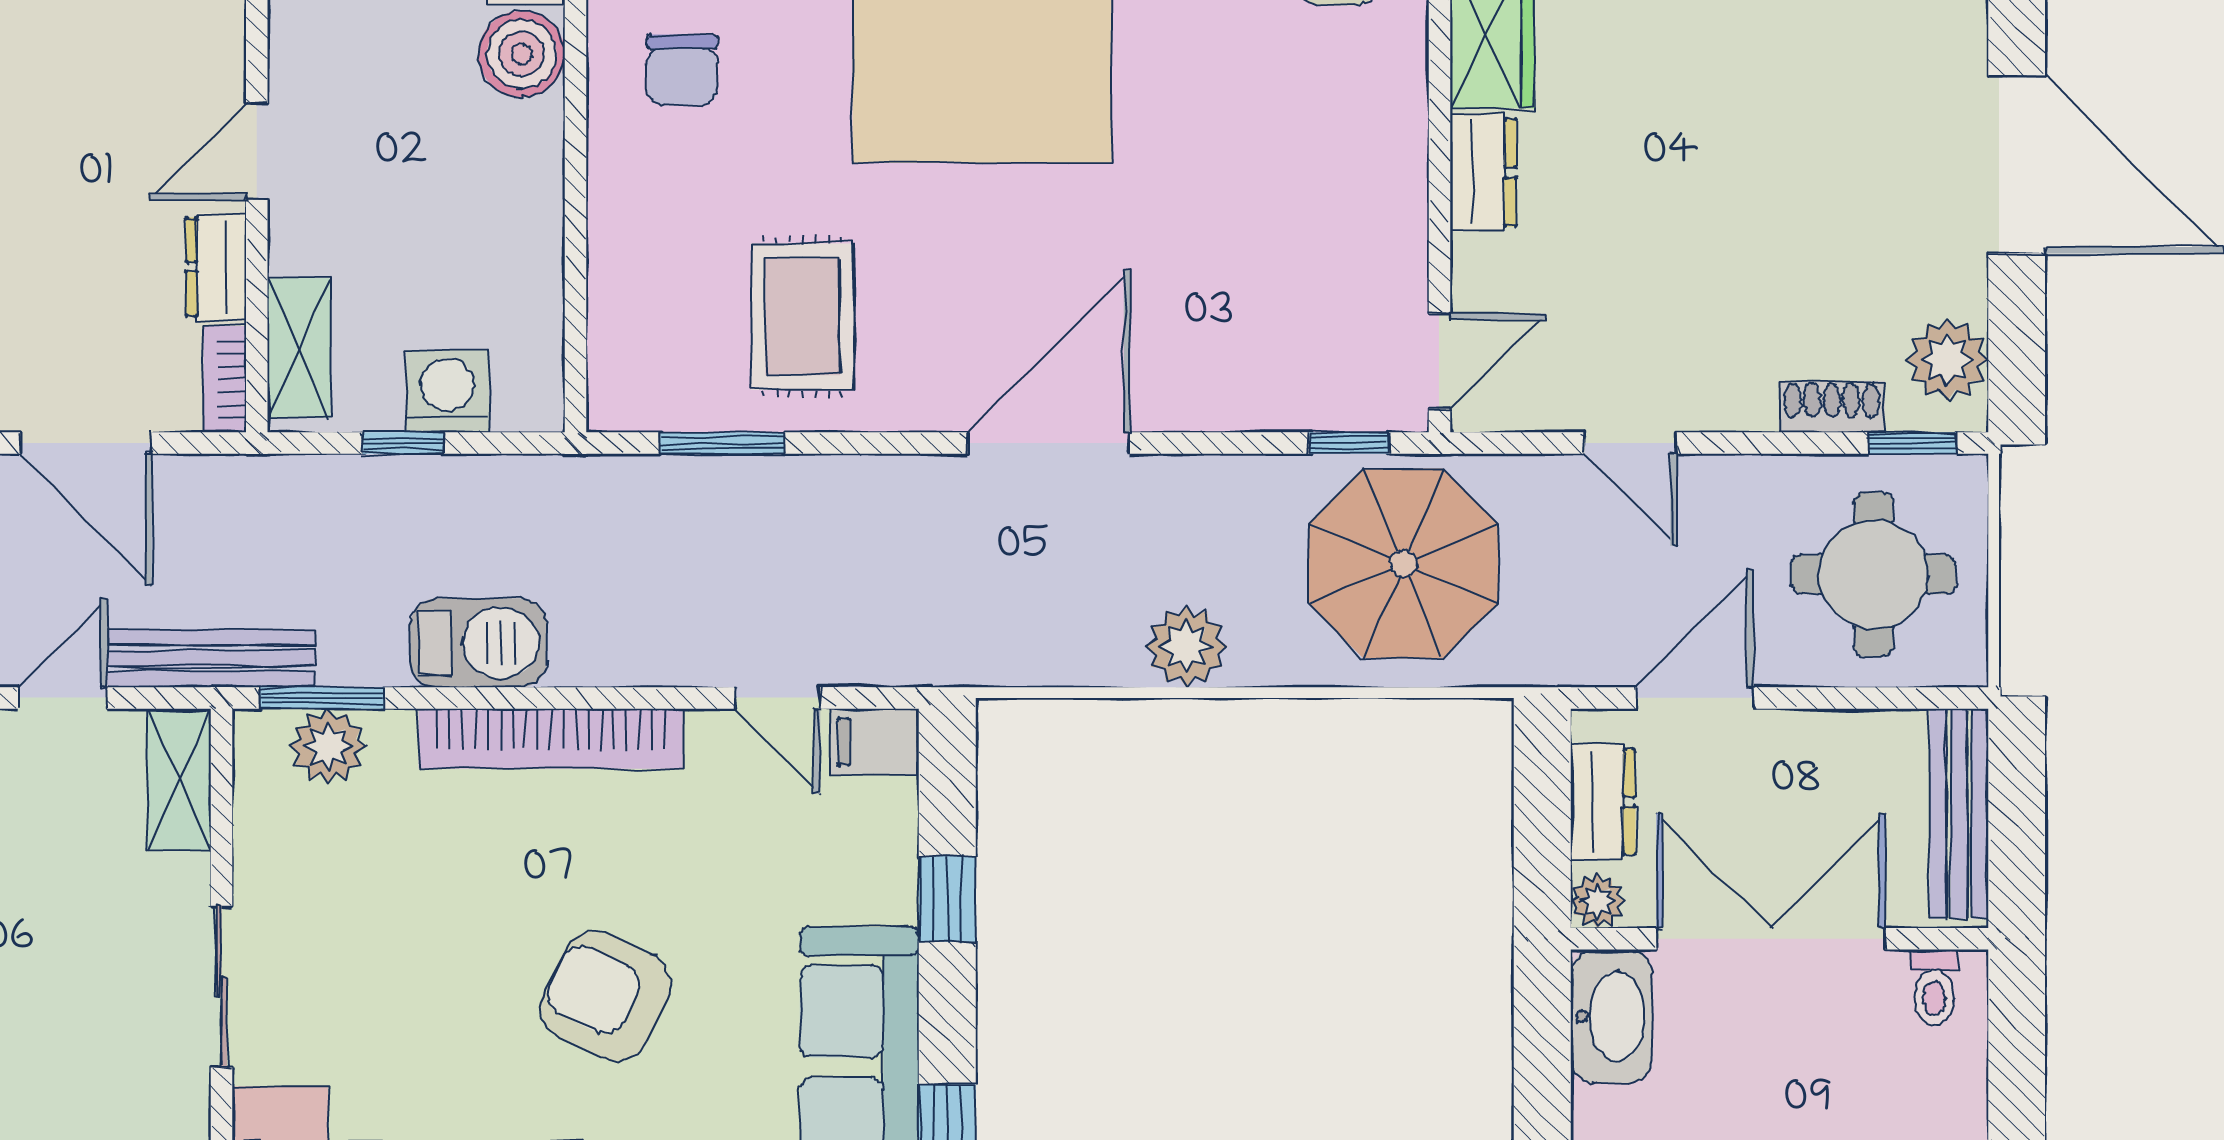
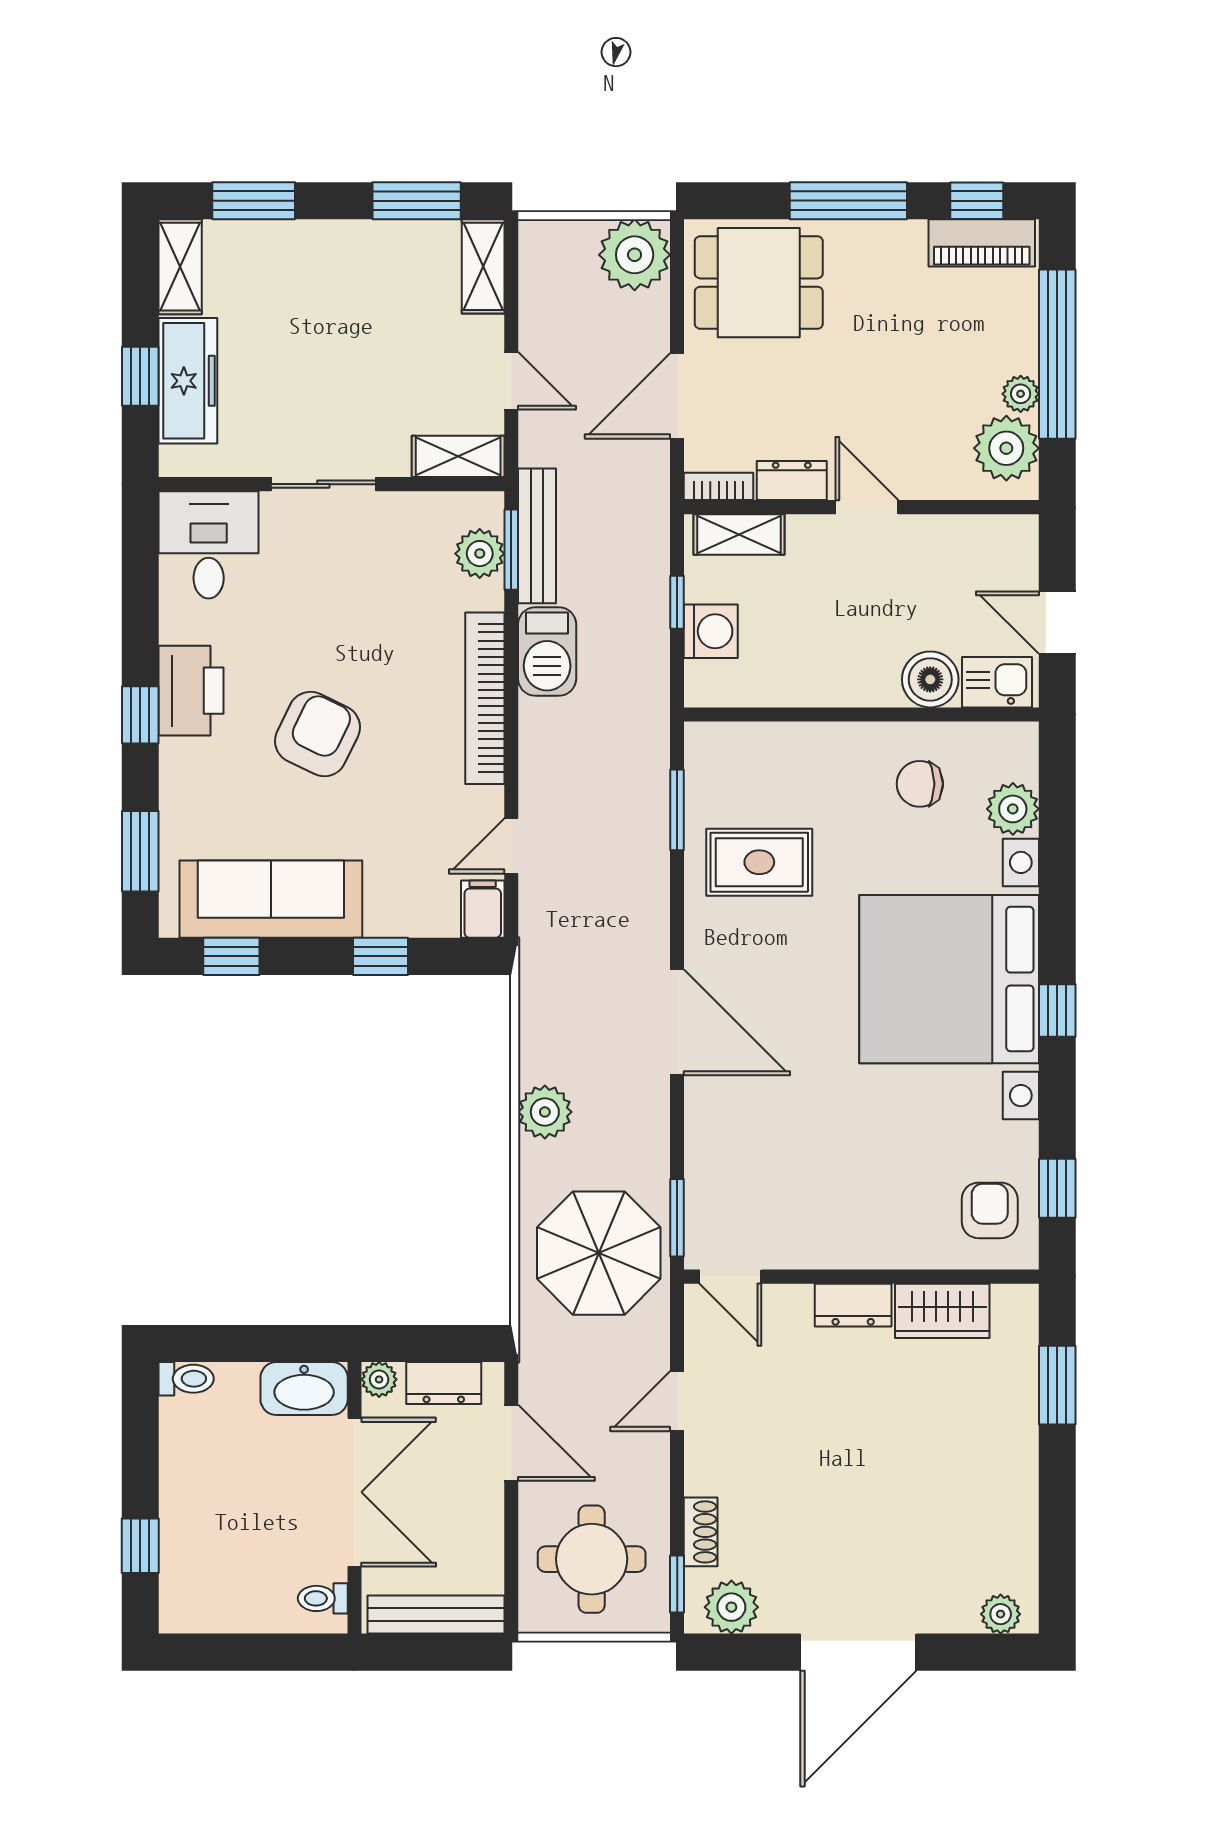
window: (1349, 443) -> (677, 1218), width x1.50
bench: (211, 658) -> (537, 536), moved

